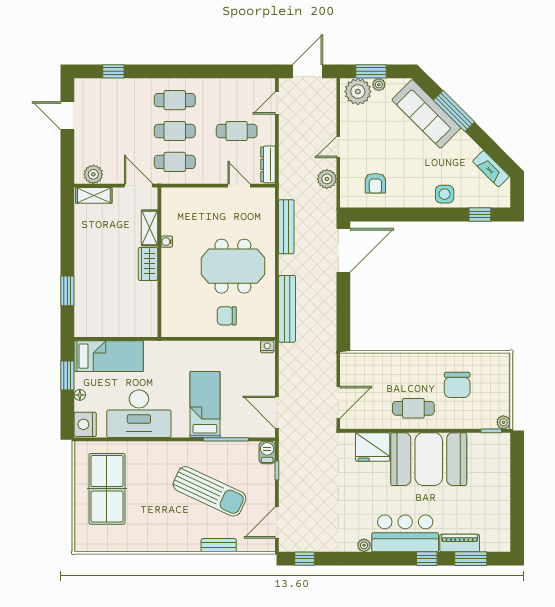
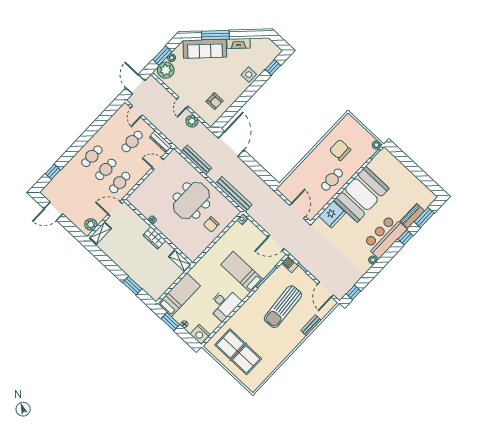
fireplace: (491, 169) -> (238, 44), moved
shelving: (150, 228) -> (180, 261), moved
chair: (457, 385) -> (340, 150), turned 180
desk: (139, 414) -> (224, 304), width x0.73, depth x0.77
sun lounger: (209, 491) -> (283, 307), turned 150

